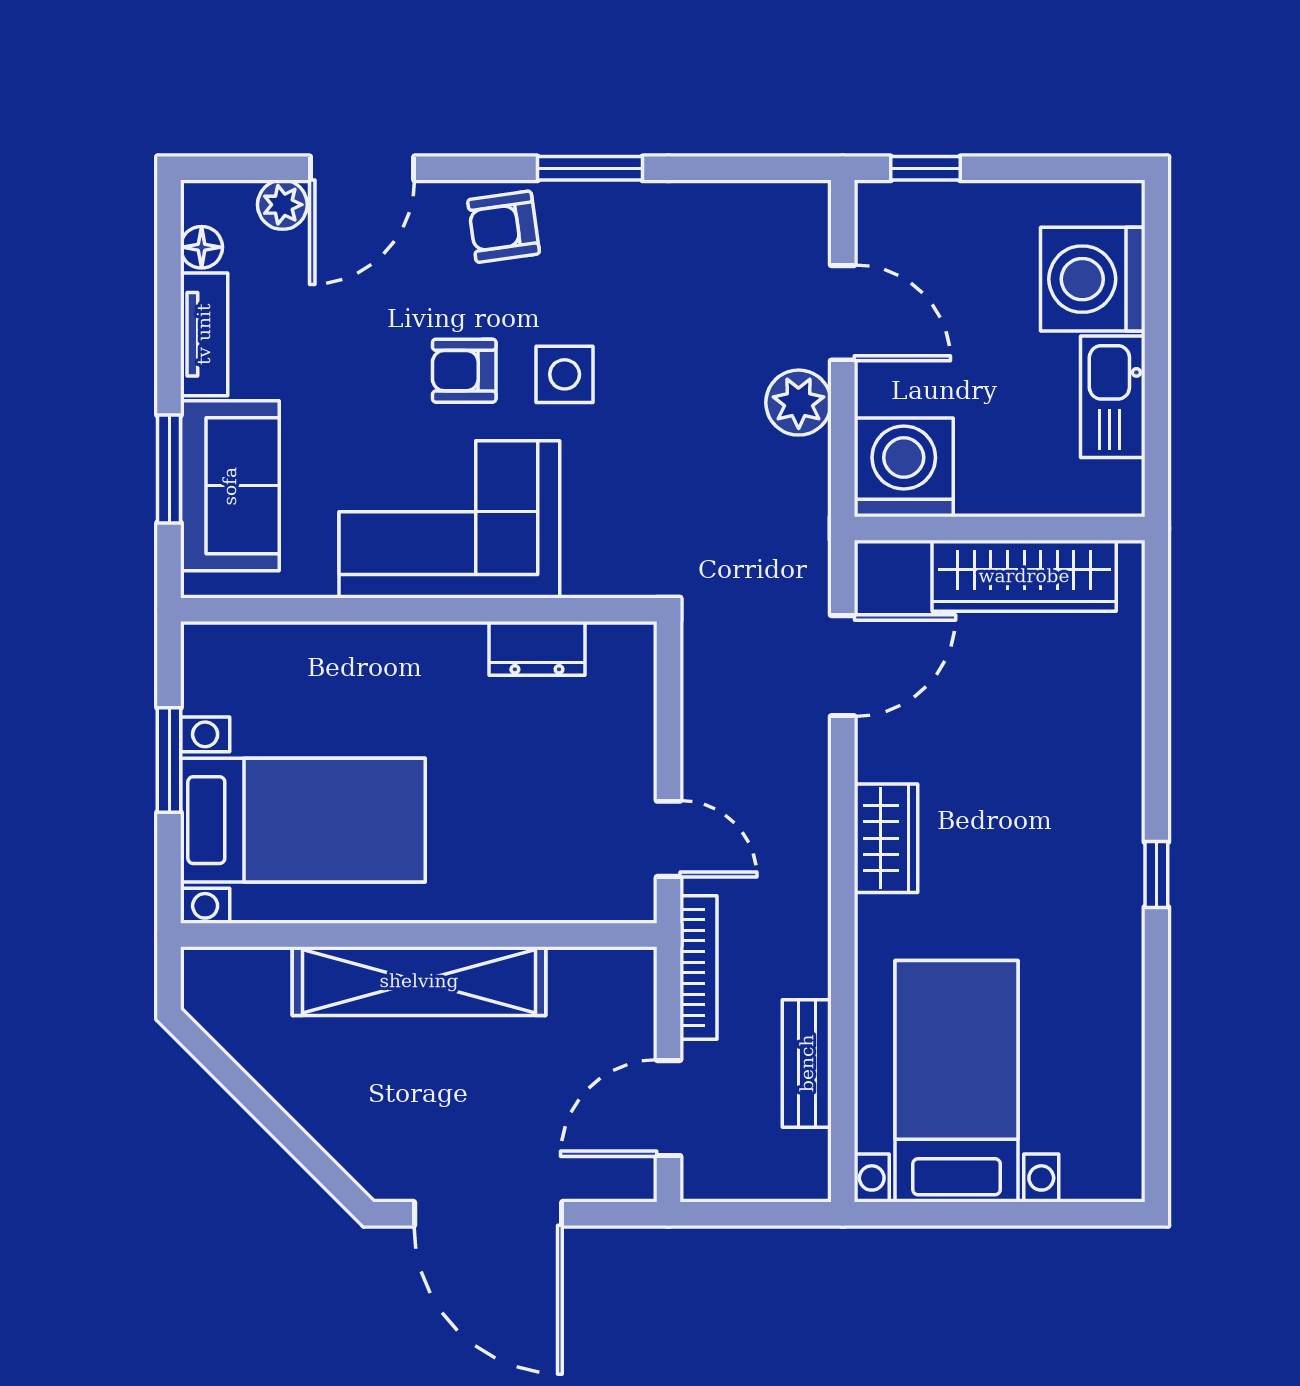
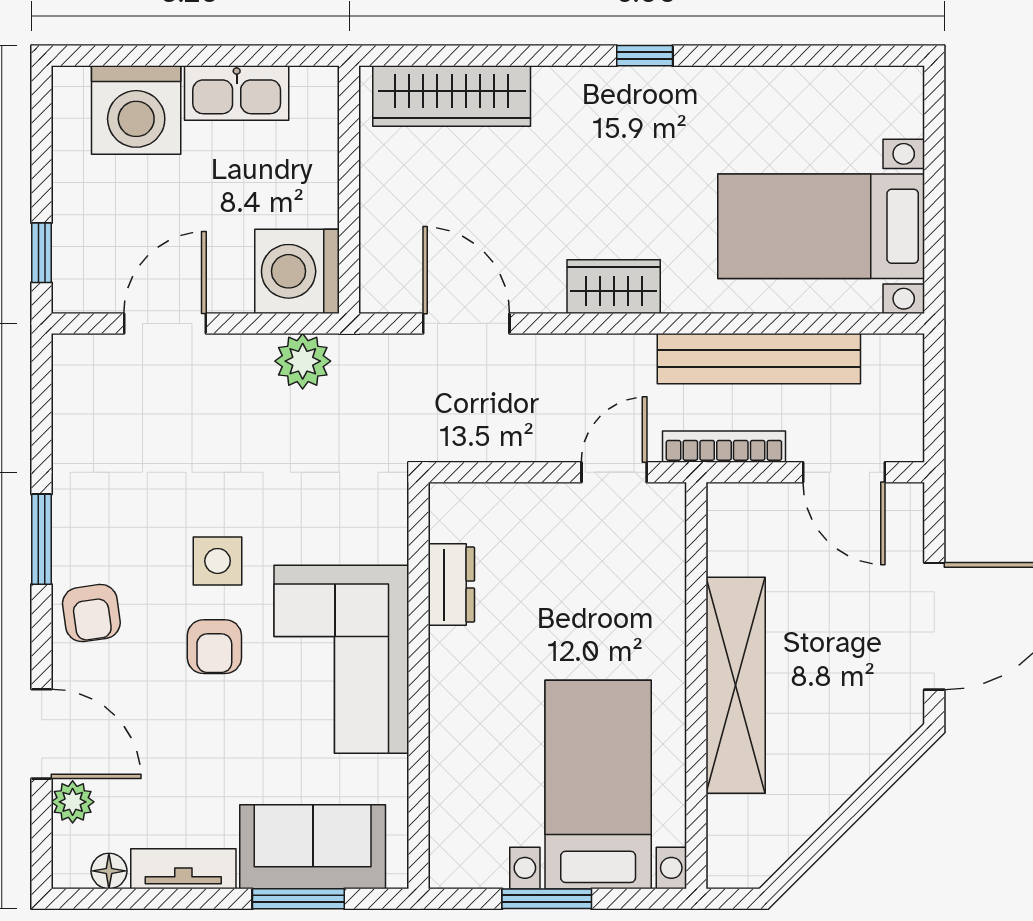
plant: (799, 403) -> (303, 361), moved
wardrobe: (1024, 576) -> (452, 96), moved, turned 90
bench: (807, 1063) -> (759, 359), width x1.86, depth x1.21

